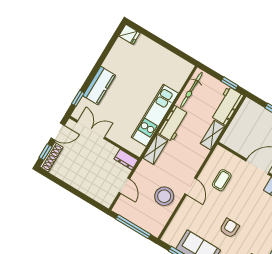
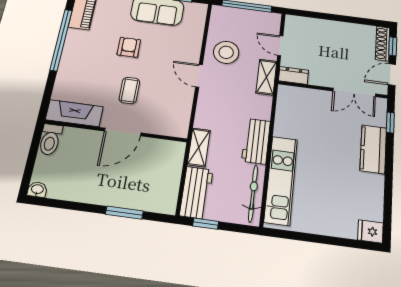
kitchen unit: (155, 115) -> (281, 180), moved
shelving: (155, 149) -> (266, 77), moved
coffee table: (222, 180) -> (129, 90), moved
armchair: (229, 228) -> (129, 47), turned 180

